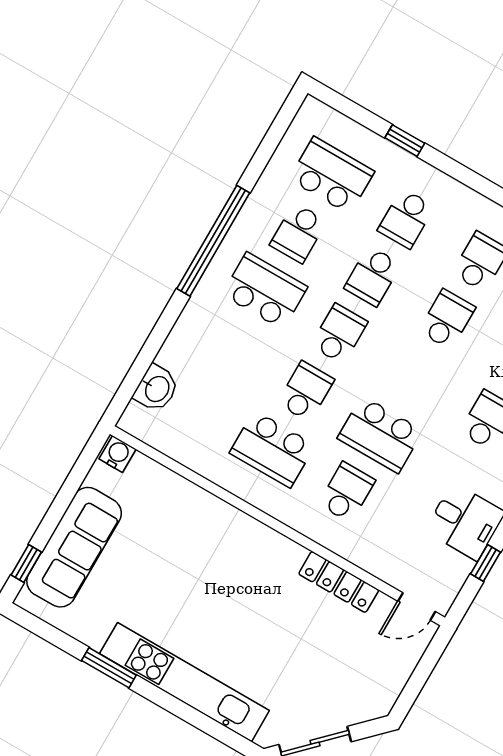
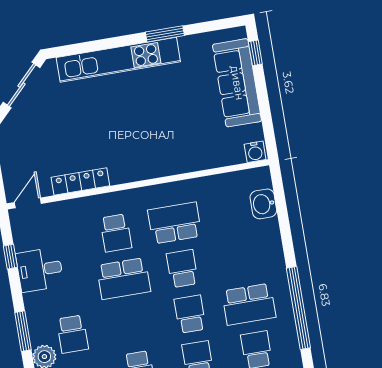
school desk: (339, 334) -> (190, 314), turned 180
school desk: (306, 391) -> (182, 269), turned 180
school desk: (380, 435) -> (124, 279), turned 180

